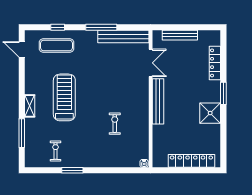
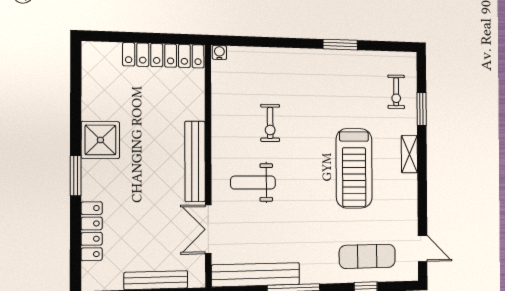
weight bench: (125, 89) -> (253, 183), added
window: (22, 133) -> (422, 109), width x0.69
exercise bike: (55, 151) -> (396, 92), moved
locker: (191, 161) -> (164, 55), moved

